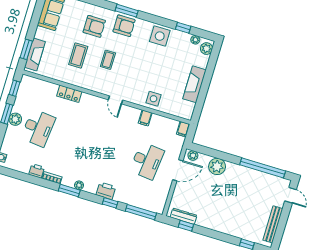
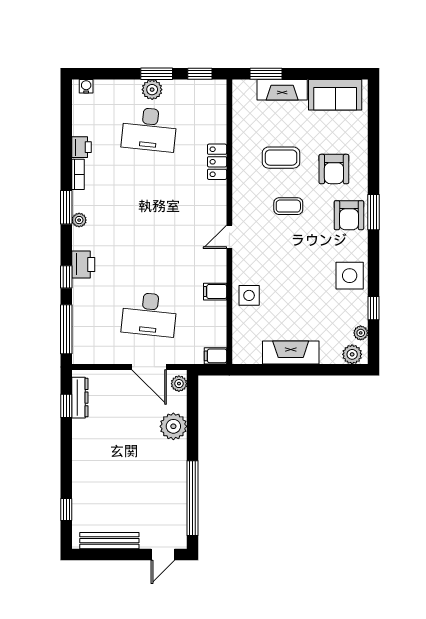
fireplace: (35, 54) -> (282, 90), moved

